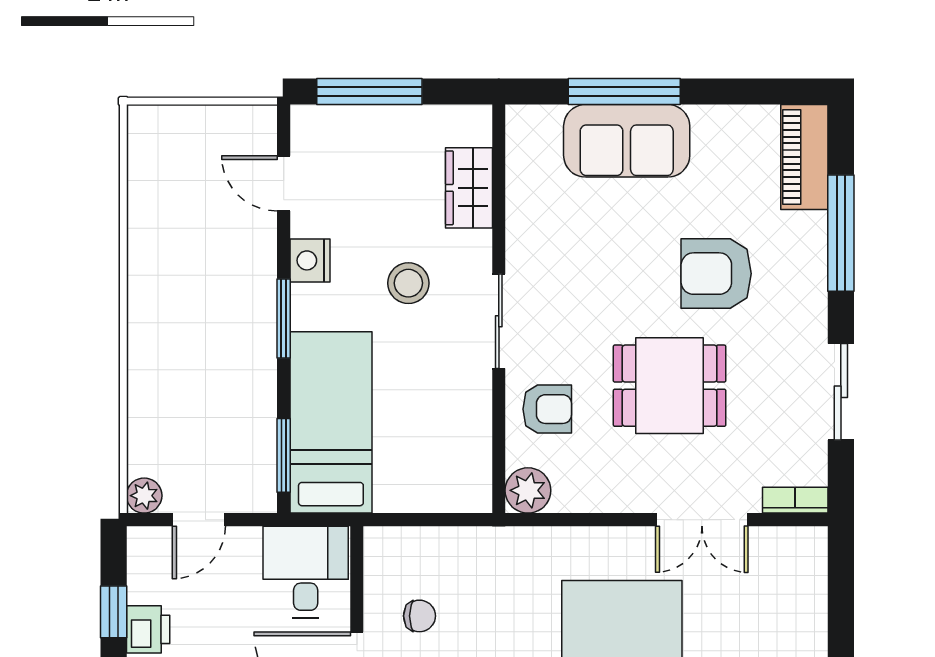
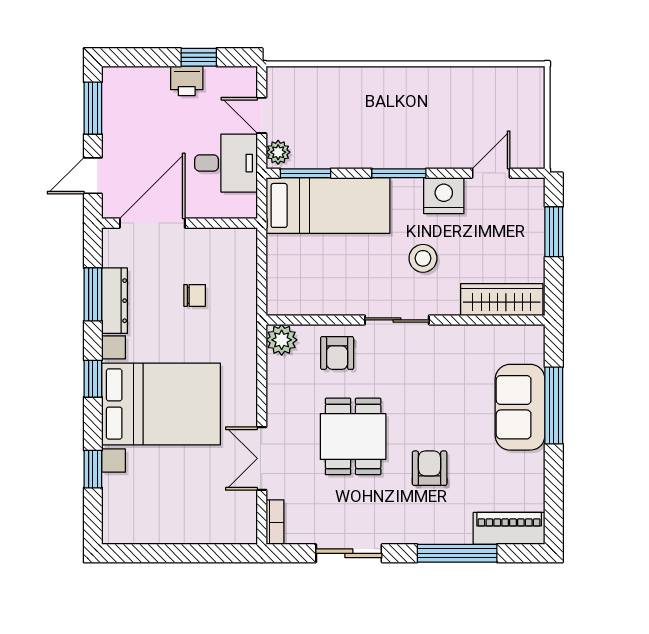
window: (369, 91) -> (554, 232), width x0.69
wardrobe: (469, 188) -> (502, 300), width x1.50
nightstand: (310, 260) -> (444, 196), width x1.36, depth x1.33
armchair: (716, 274) -> (430, 468), width x0.72, depth x0.72
plant: (144, 496) -> (278, 152), moved
desk: (306, 572) -> (226, 163), moved
chair: (419, 616) -> (195, 295), moved, turned -90

